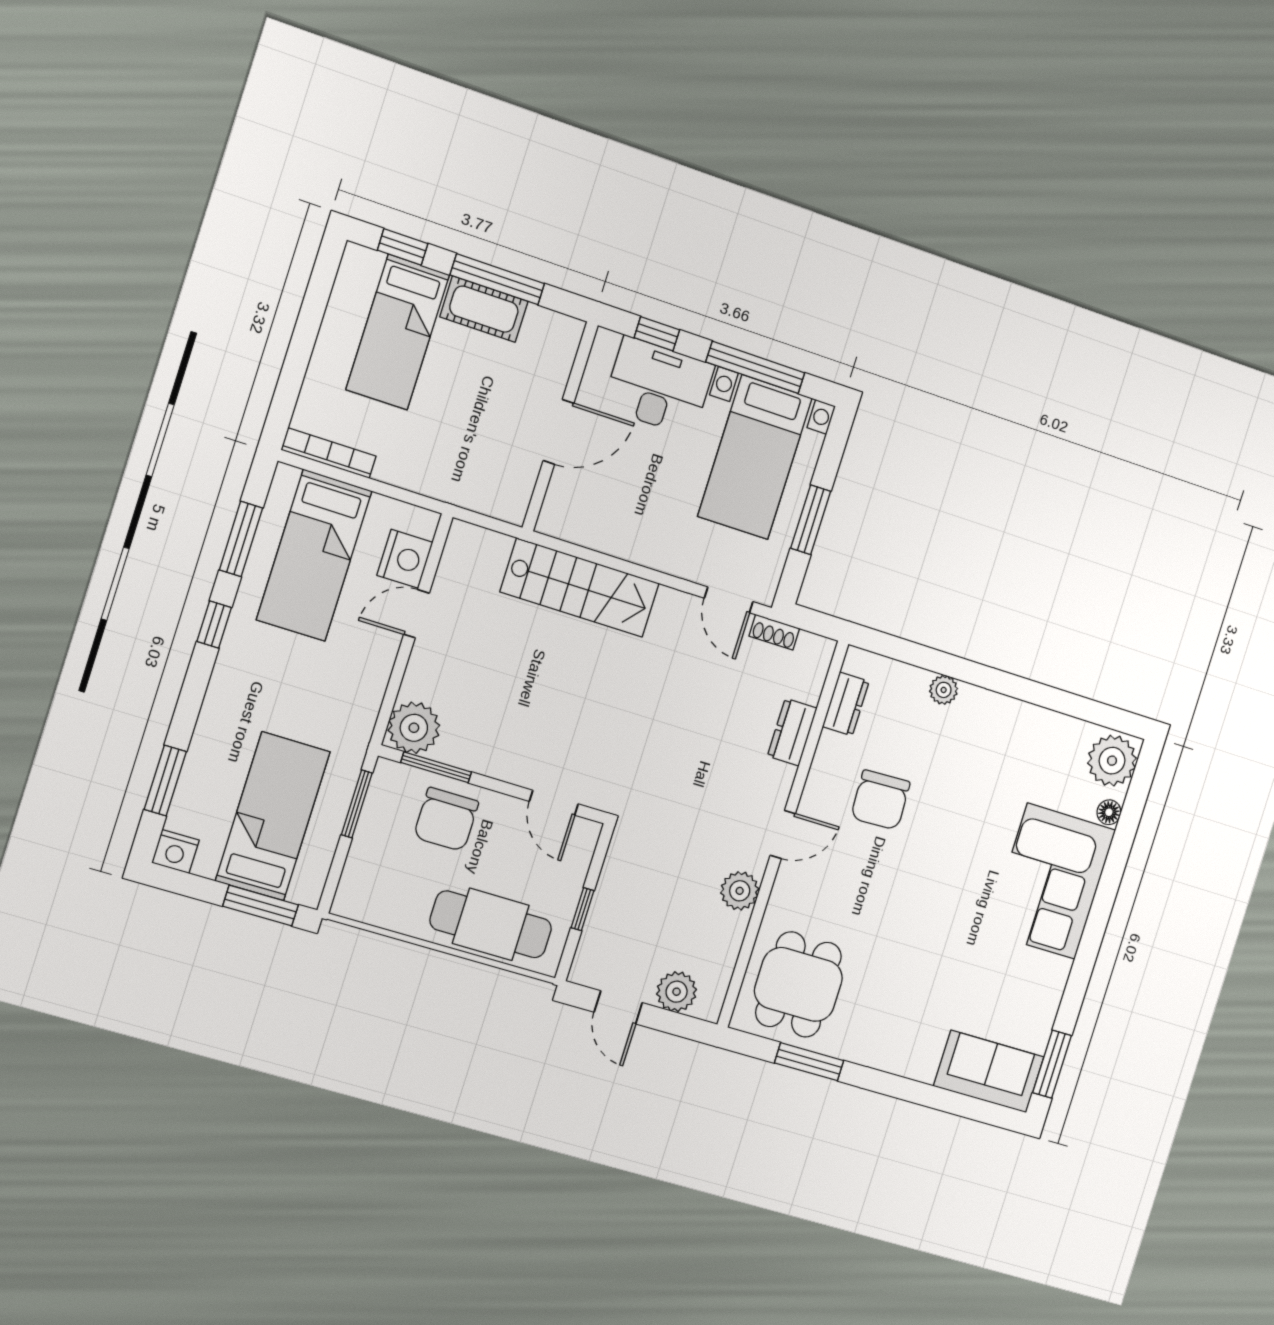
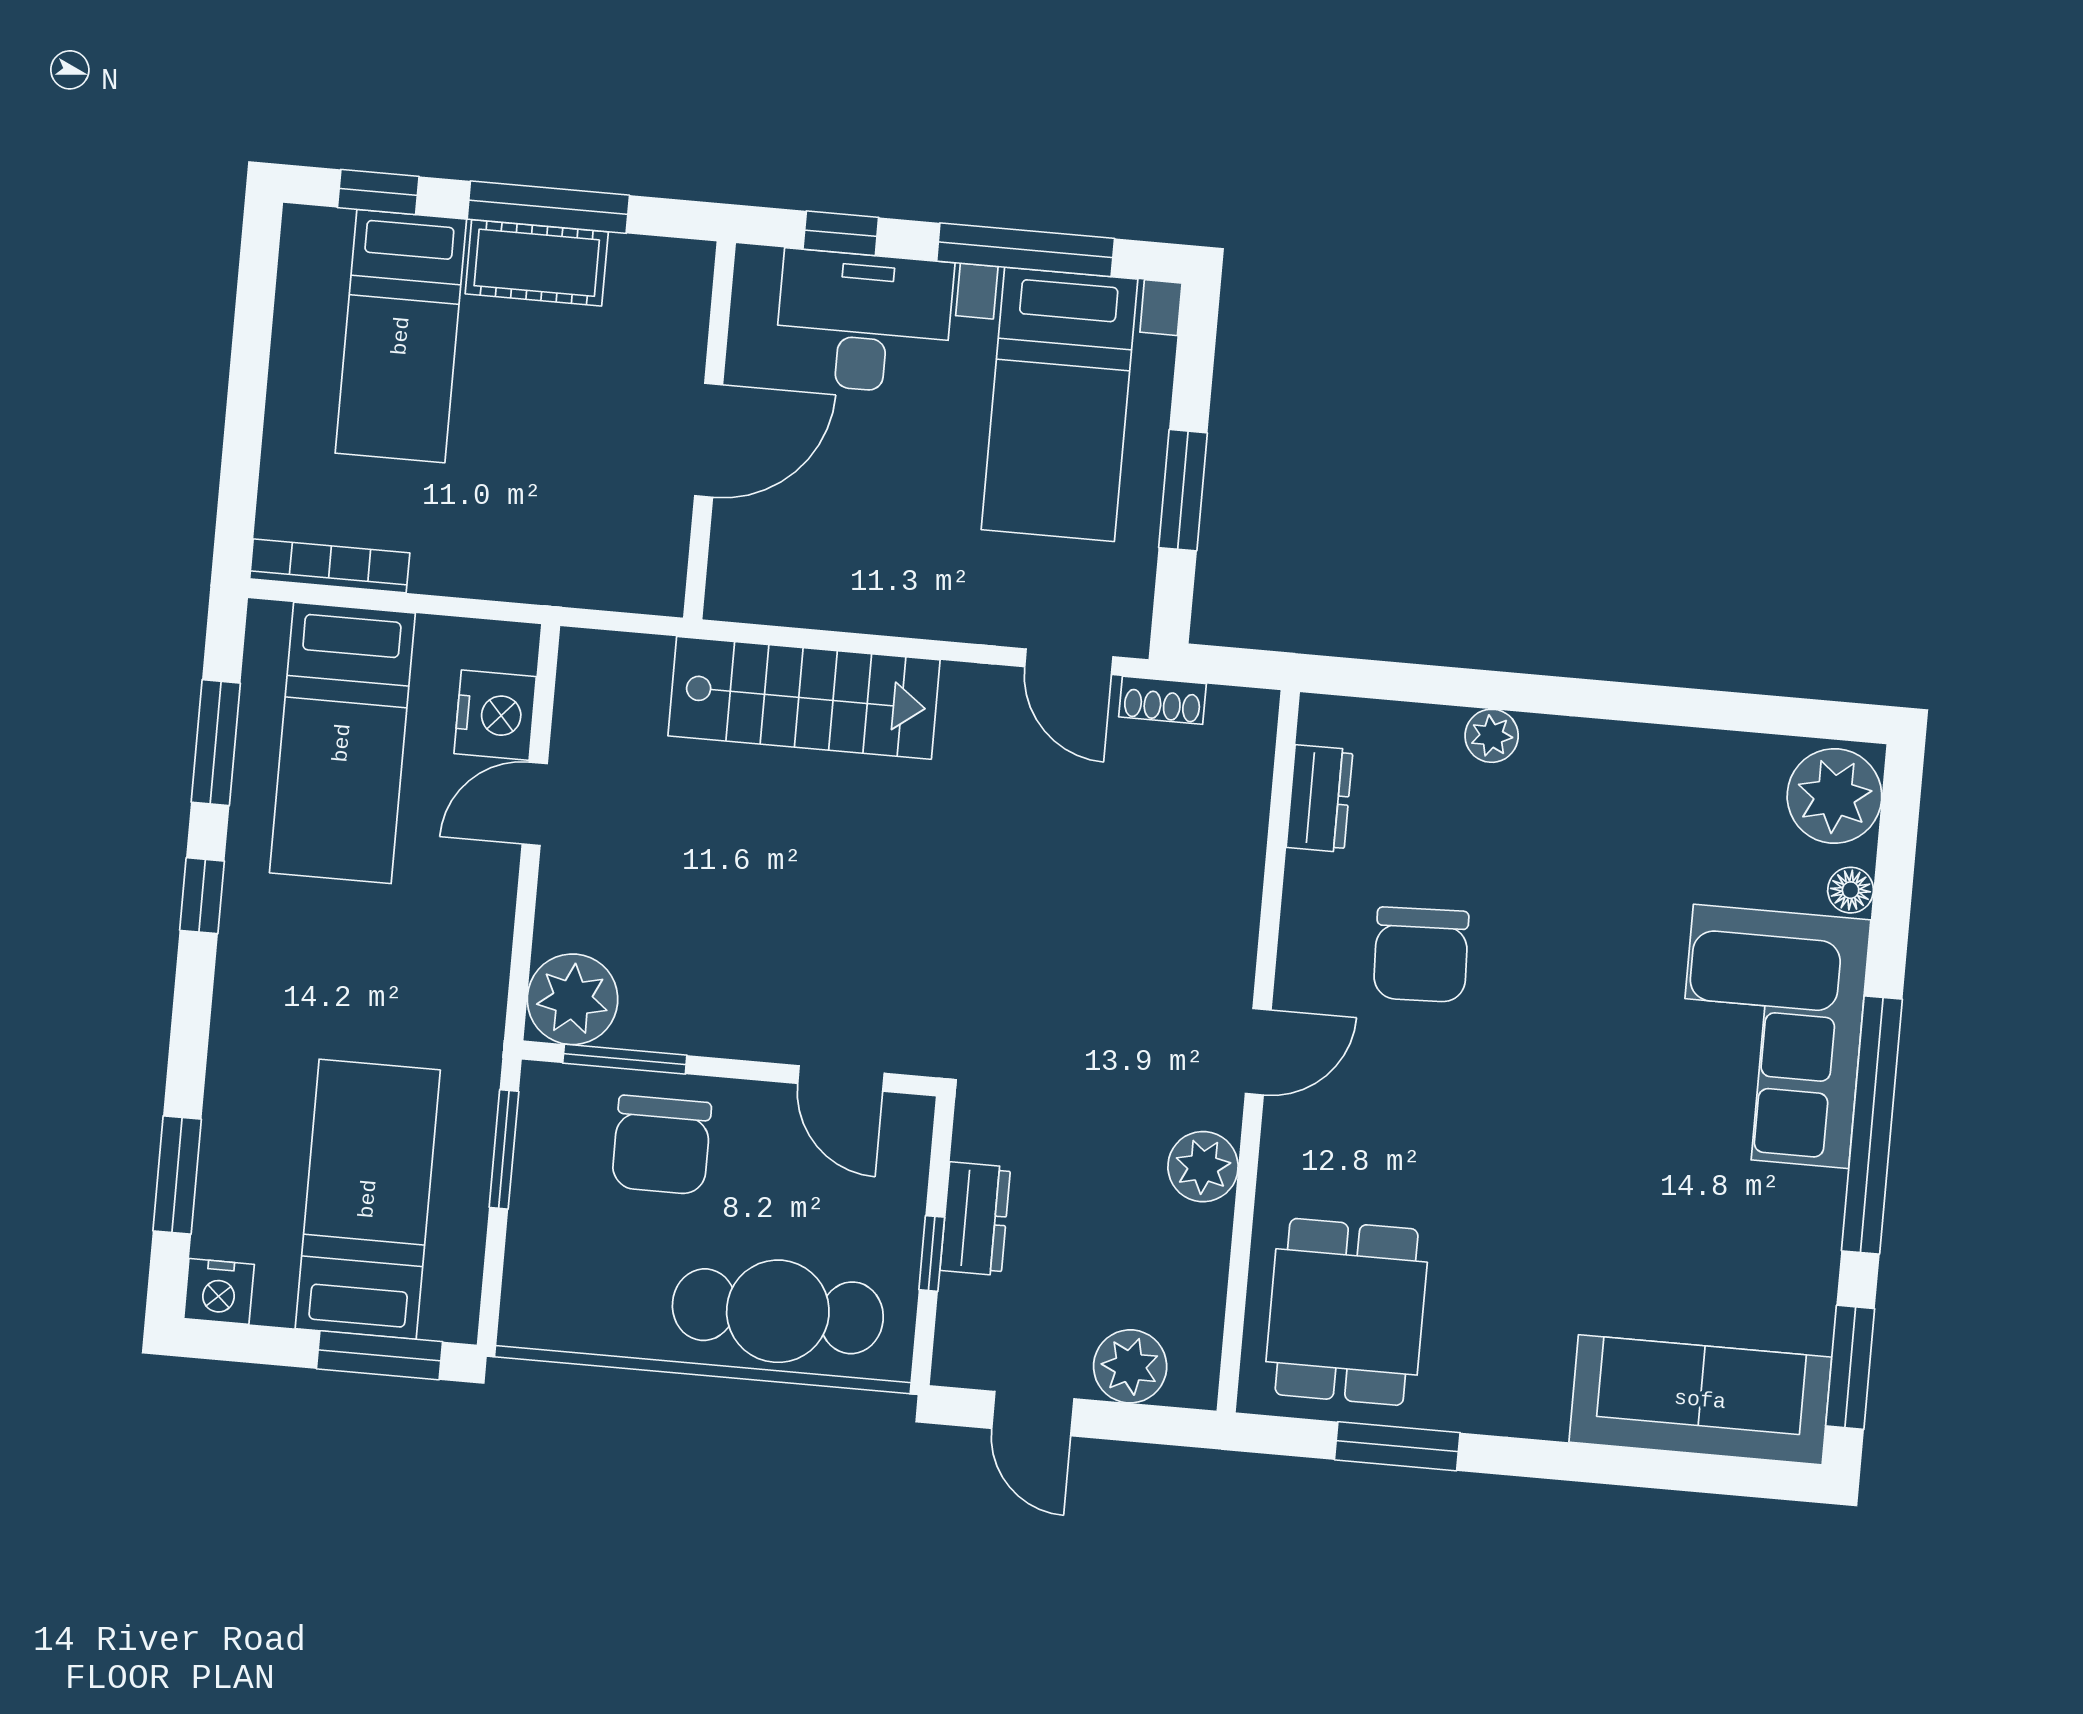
dresser: (792, 732) -> (975, 1219), moved, turned 180
window: (1092, 939) -> (1872, 1125), added
sofa: (989, 1072) -> (1700, 1400), width x1.36

